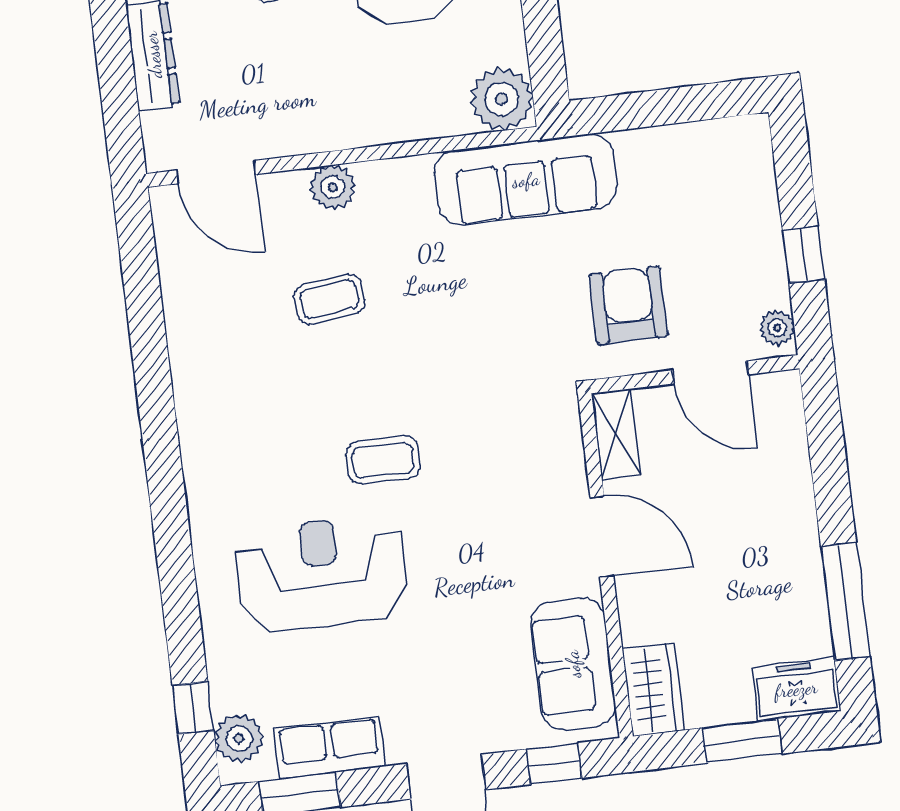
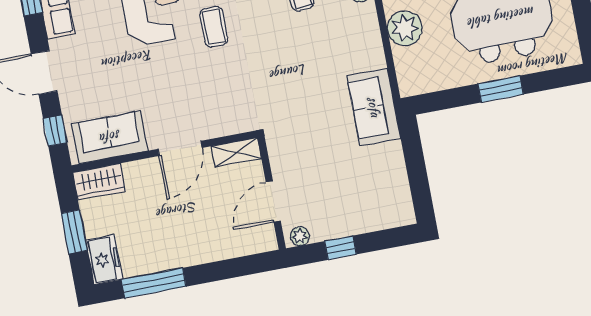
plant: (502, 99) -> (405, 28), moved
sofa: (526, 180) -> (374, 107), width x0.73
armchair: (628, 305) -> (307, 154), removed

